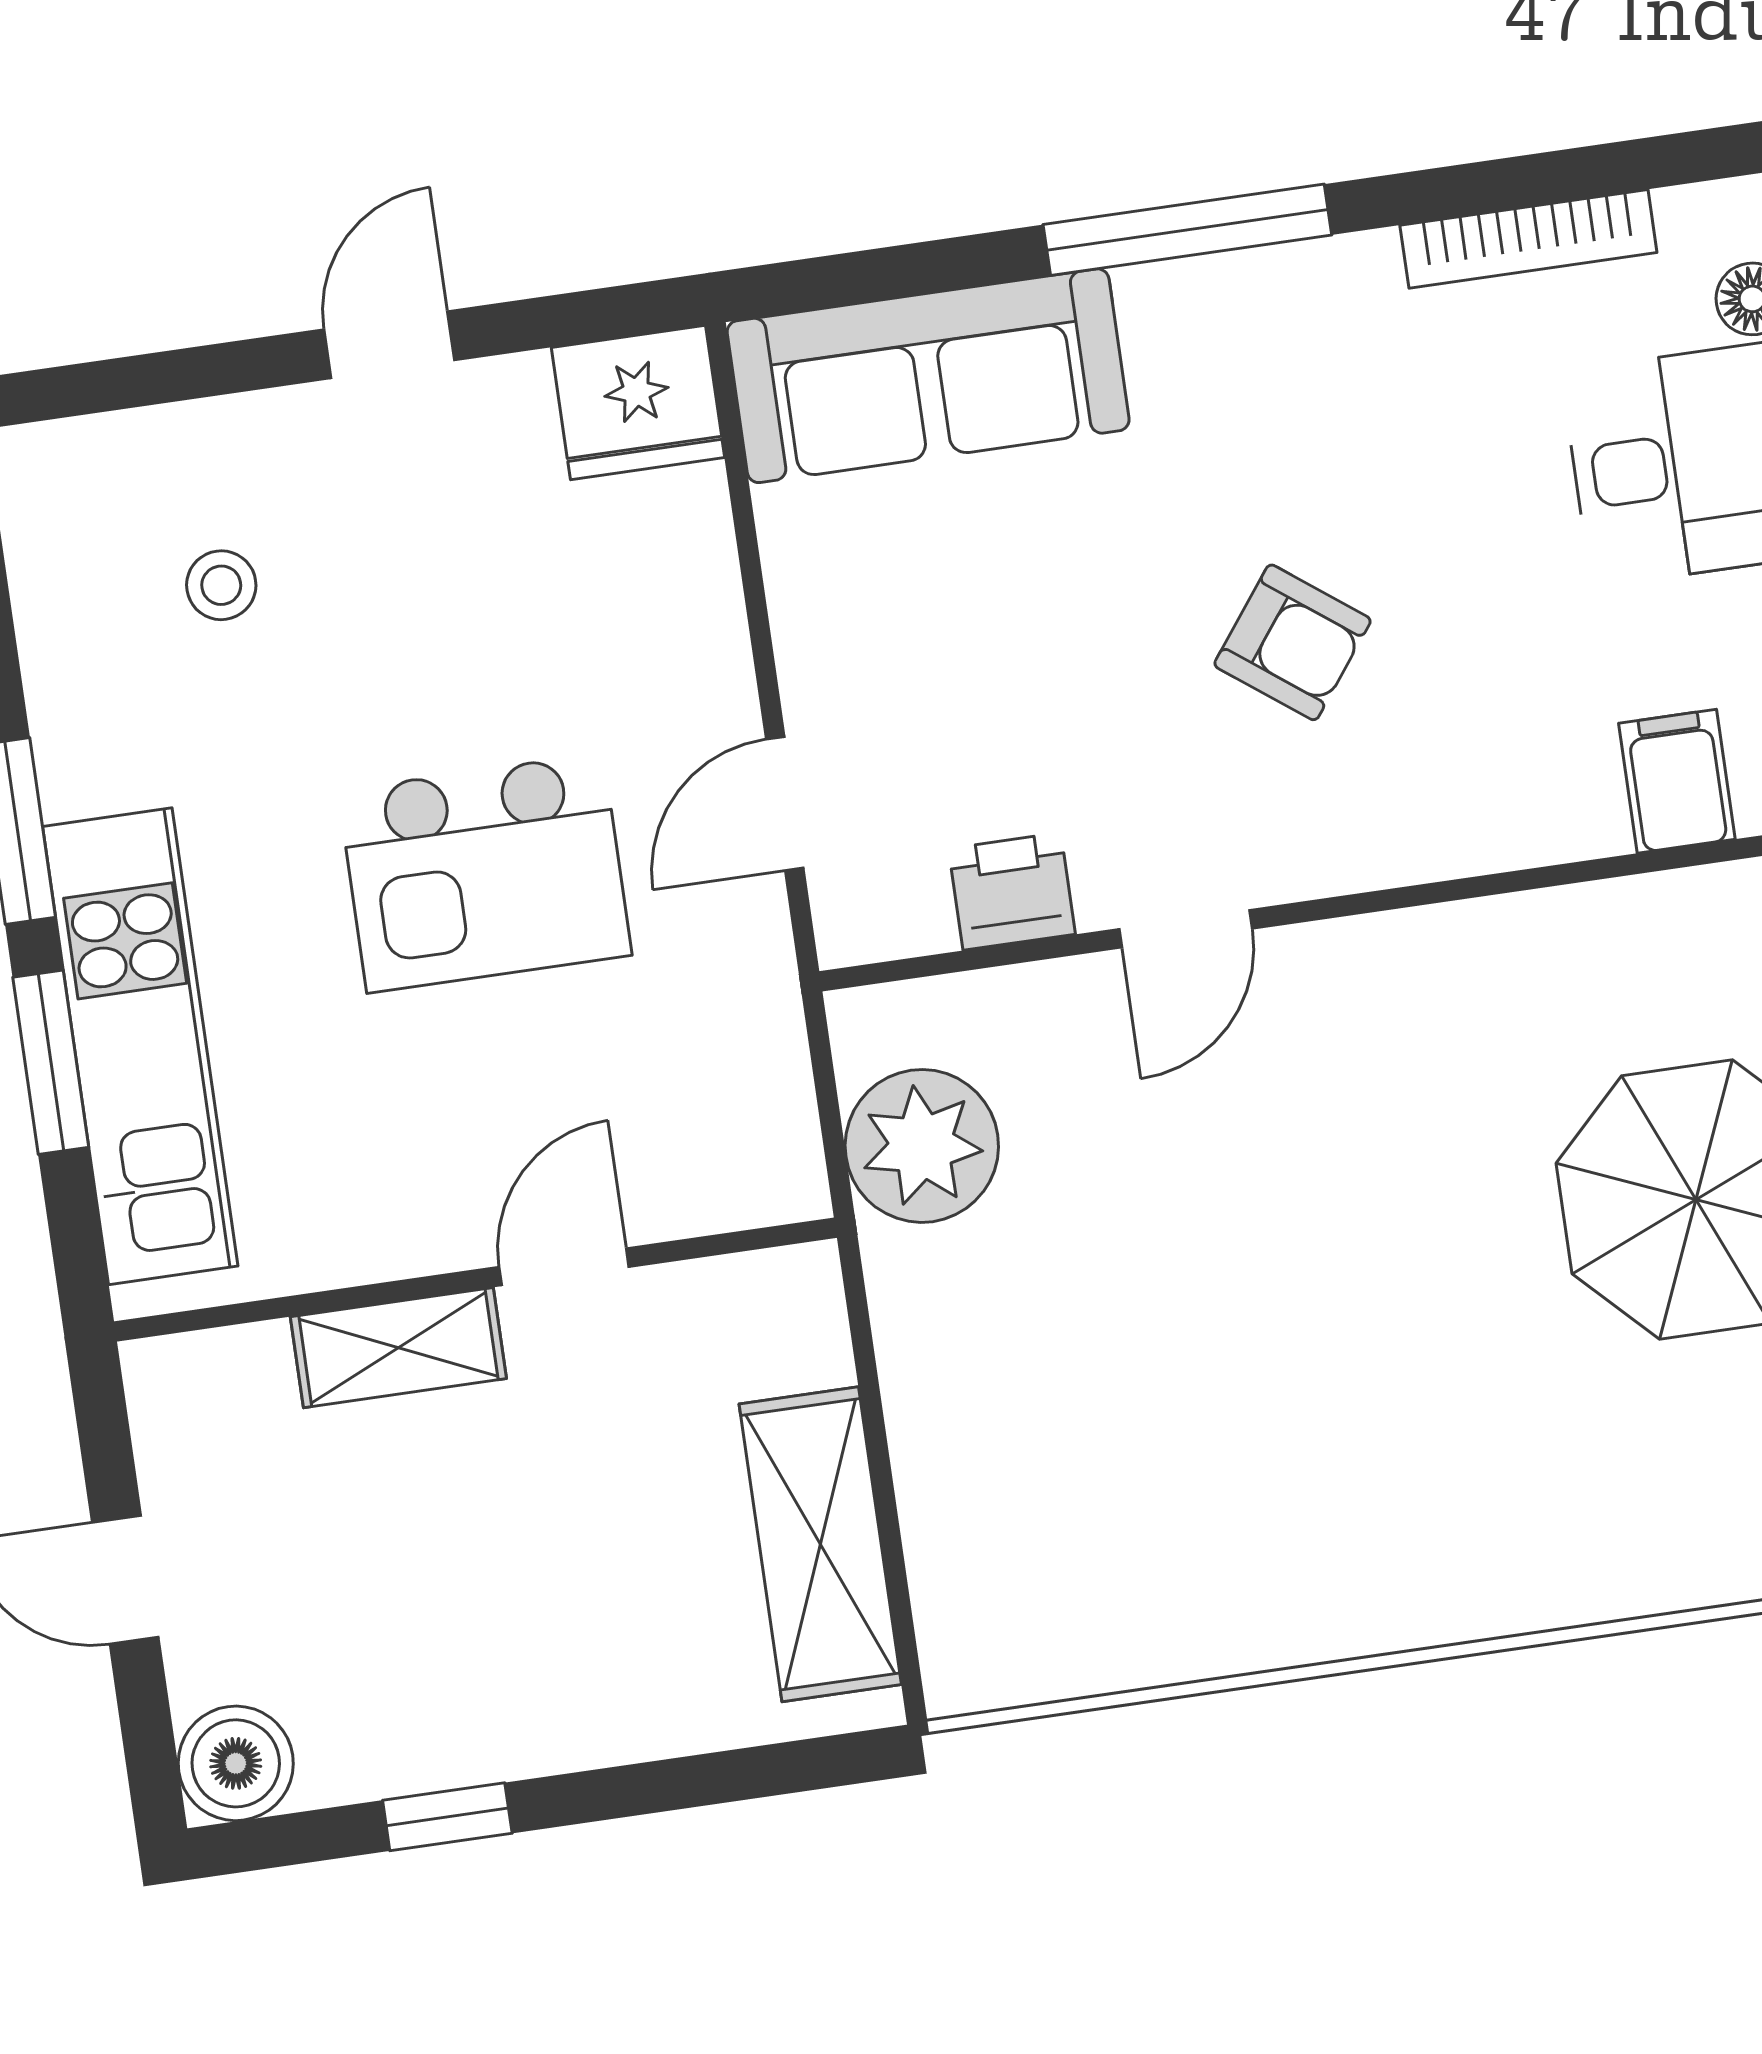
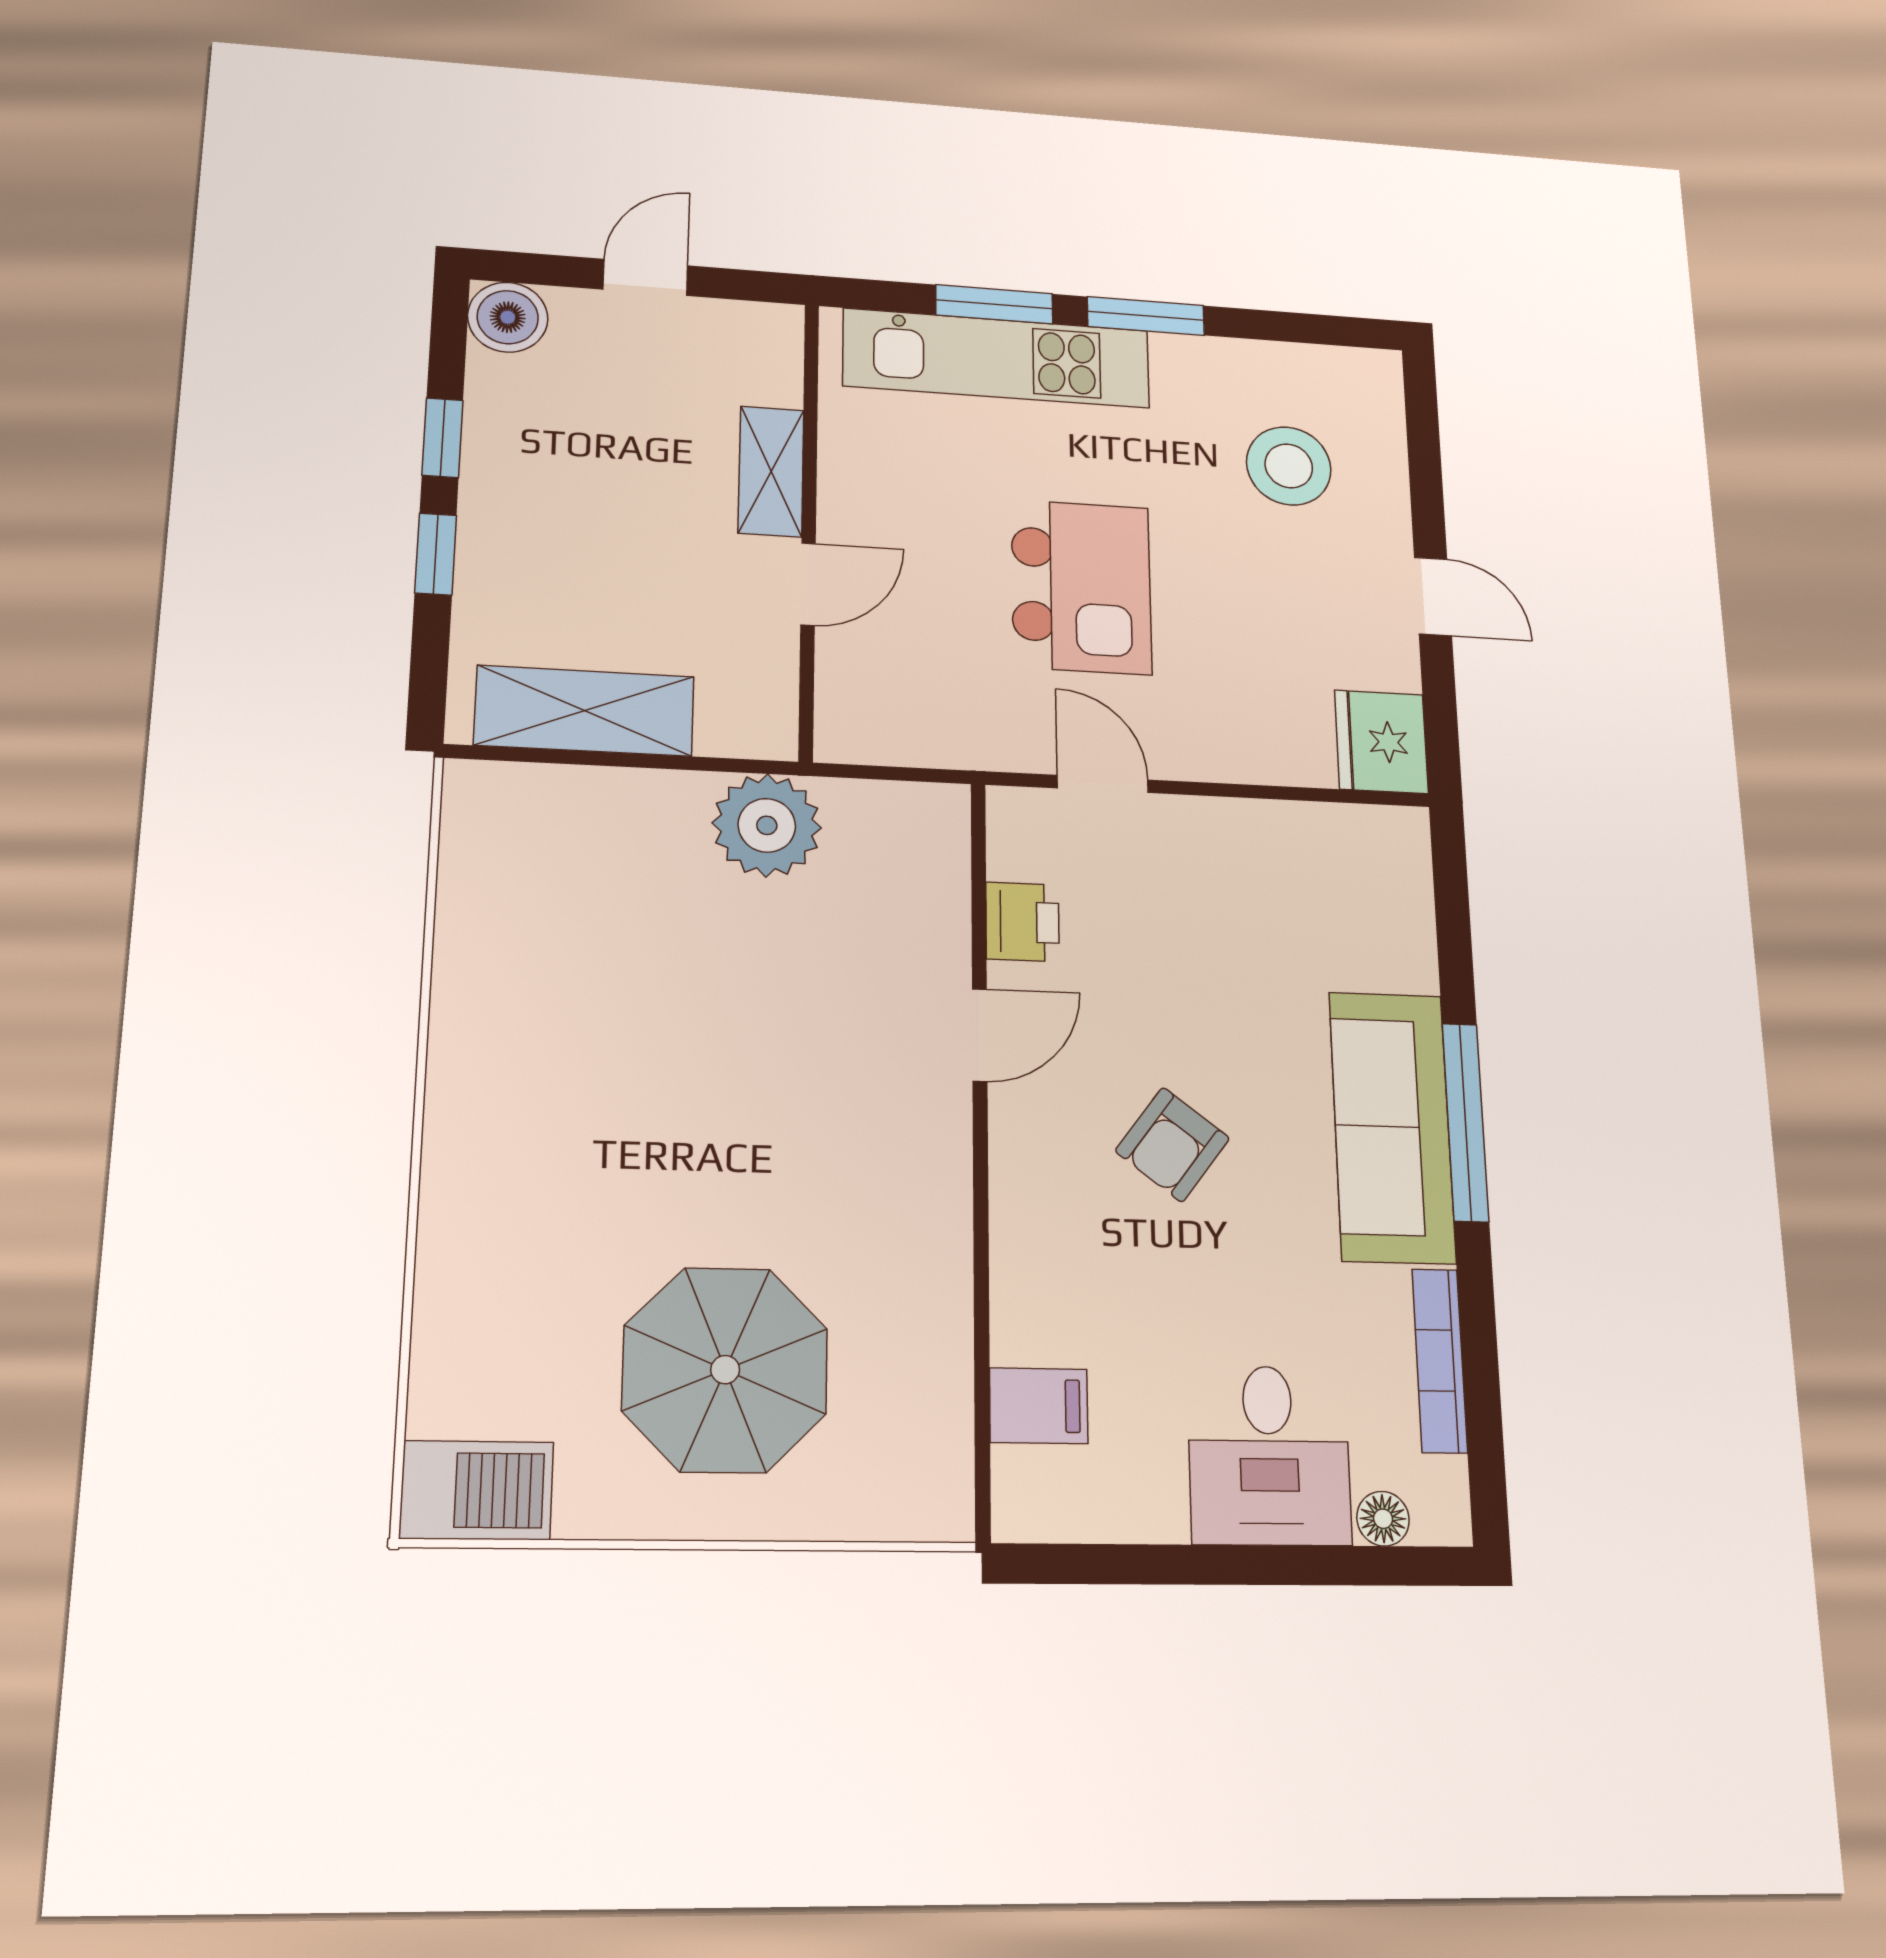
sofa: (928, 376) -> (1392, 1127), moved
stool: (221, 585) -> (1289, 466), width x1.89, depth x1.89
kitchen island: (485, 873) -> (1081, 587), turned 180
door: (1186, 929) -> (980, 1035), swing flipped
plant: (922, 1146) -> (767, 825), moved
door: (564, 1267) -> (808, 584), hinge flipped
window: (628, 1791) -> (436, 554), added

